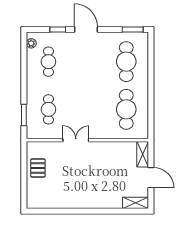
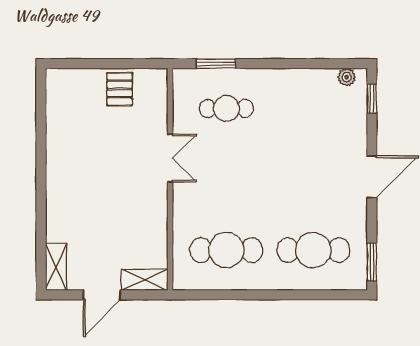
window: (58, 29) -> (372, 99), moved
cafe table: (48, 62) -> (313, 108), removed
pallet: (38, 168) -> (120, 89), turned 90

